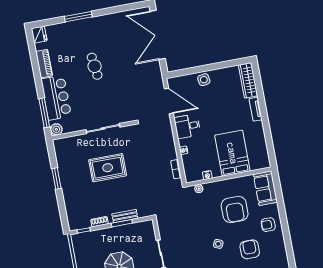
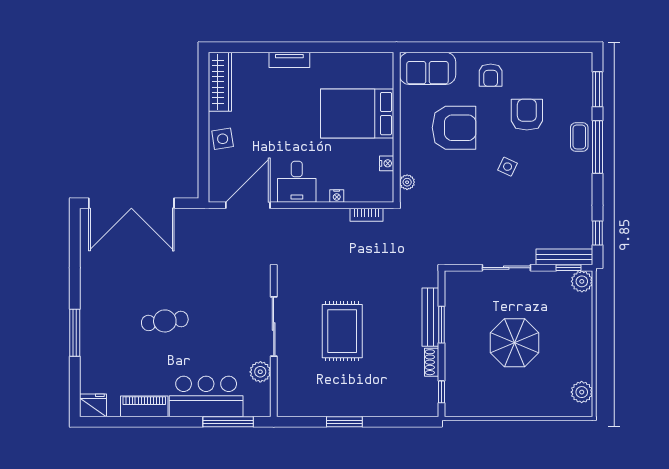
wardrobe: (248, 80) -> (220, 82), moved, turned -90
plant: (56, 129) -> (260, 372), moved
bench: (125, 216) -> (430, 317), width x1.36
armchair: (250, 249) -> (527, 115), turned 90

